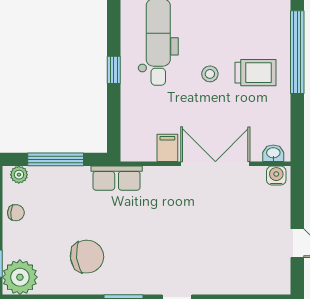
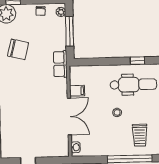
window: (114, 70) -> (137, 61), moved
trolley: (256, 73) -> (140, 135), moved
water cooler: (276, 176) -> (64, 149), removed
chair: (87, 257) -> (18, 49), turned -69

